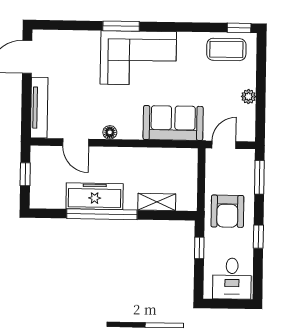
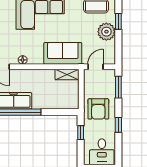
window: (261, 74) -> (118, 21), added
plant: (248, 97) -> (106, 32), width x1.87, depth x1.87
shelving: (157, 202) -> (67, 74), moved

